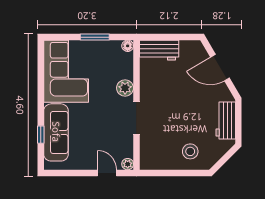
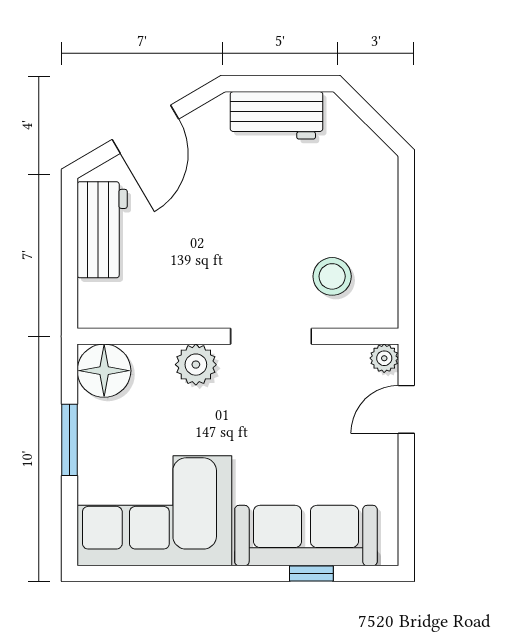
floor lamp: (128, 46) -> (104, 371), width x1.89, depth x1.89
workbench: (159, 50) -> (102, 230), moved
stool: (190, 151) -> (332, 276), moved

